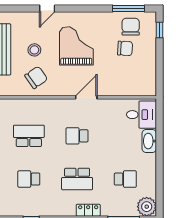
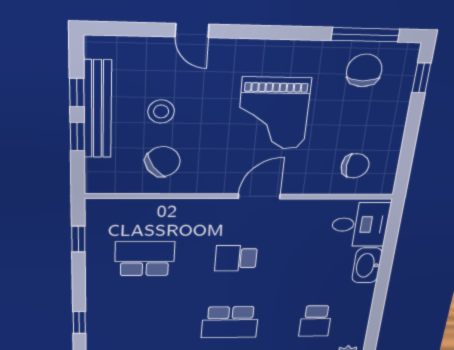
door: (47, 9) -> (192, 31), hinge flipped
grand piano: (76, 46) -> (273, 114), moved, turned 180
chair: (125, 48) -> (355, 166), moved
school desk: (29, 179) -> (143, 323), removed
school desk: (125, 179) -> (315, 321), turned 90

